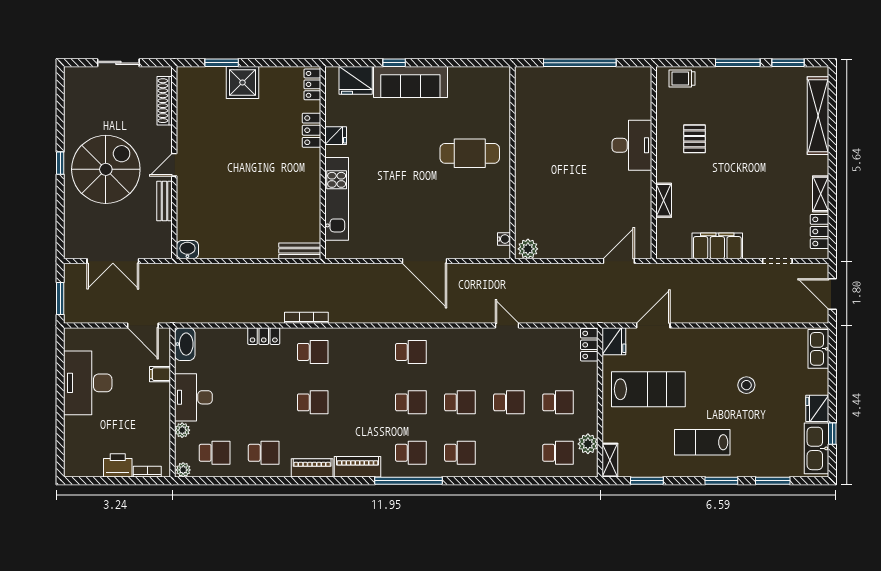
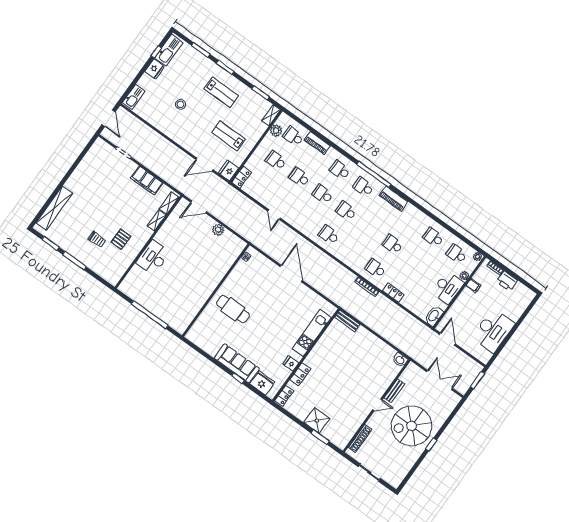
trolley: (682, 79) -> (97, 239), moved
shelving: (821, 194) -> (169, 203), moved
locker: (820, 231) -> (93, 152), removed
plant: (528, 249) -> (218, 230), moved
filing cabinet: (160, 374) -> (473, 286), moved
lab bench: (648, 389) -> (229, 136), width x0.73, depth x0.72
piano: (312, 468) -> (317, 143), moved

